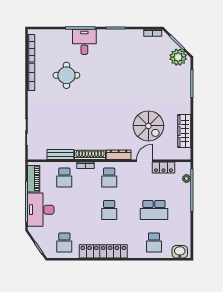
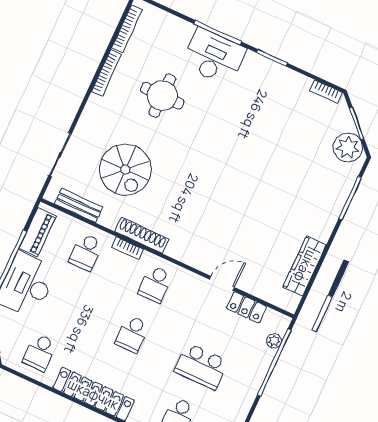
desk: (84, 42) -> (214, 57), width x1.37
spiral stairs: (148, 126) -> (125, 170), moved
bench: (60, 154) -> (79, 205), moved
dresser: (119, 155) -> (186, 256), removed

